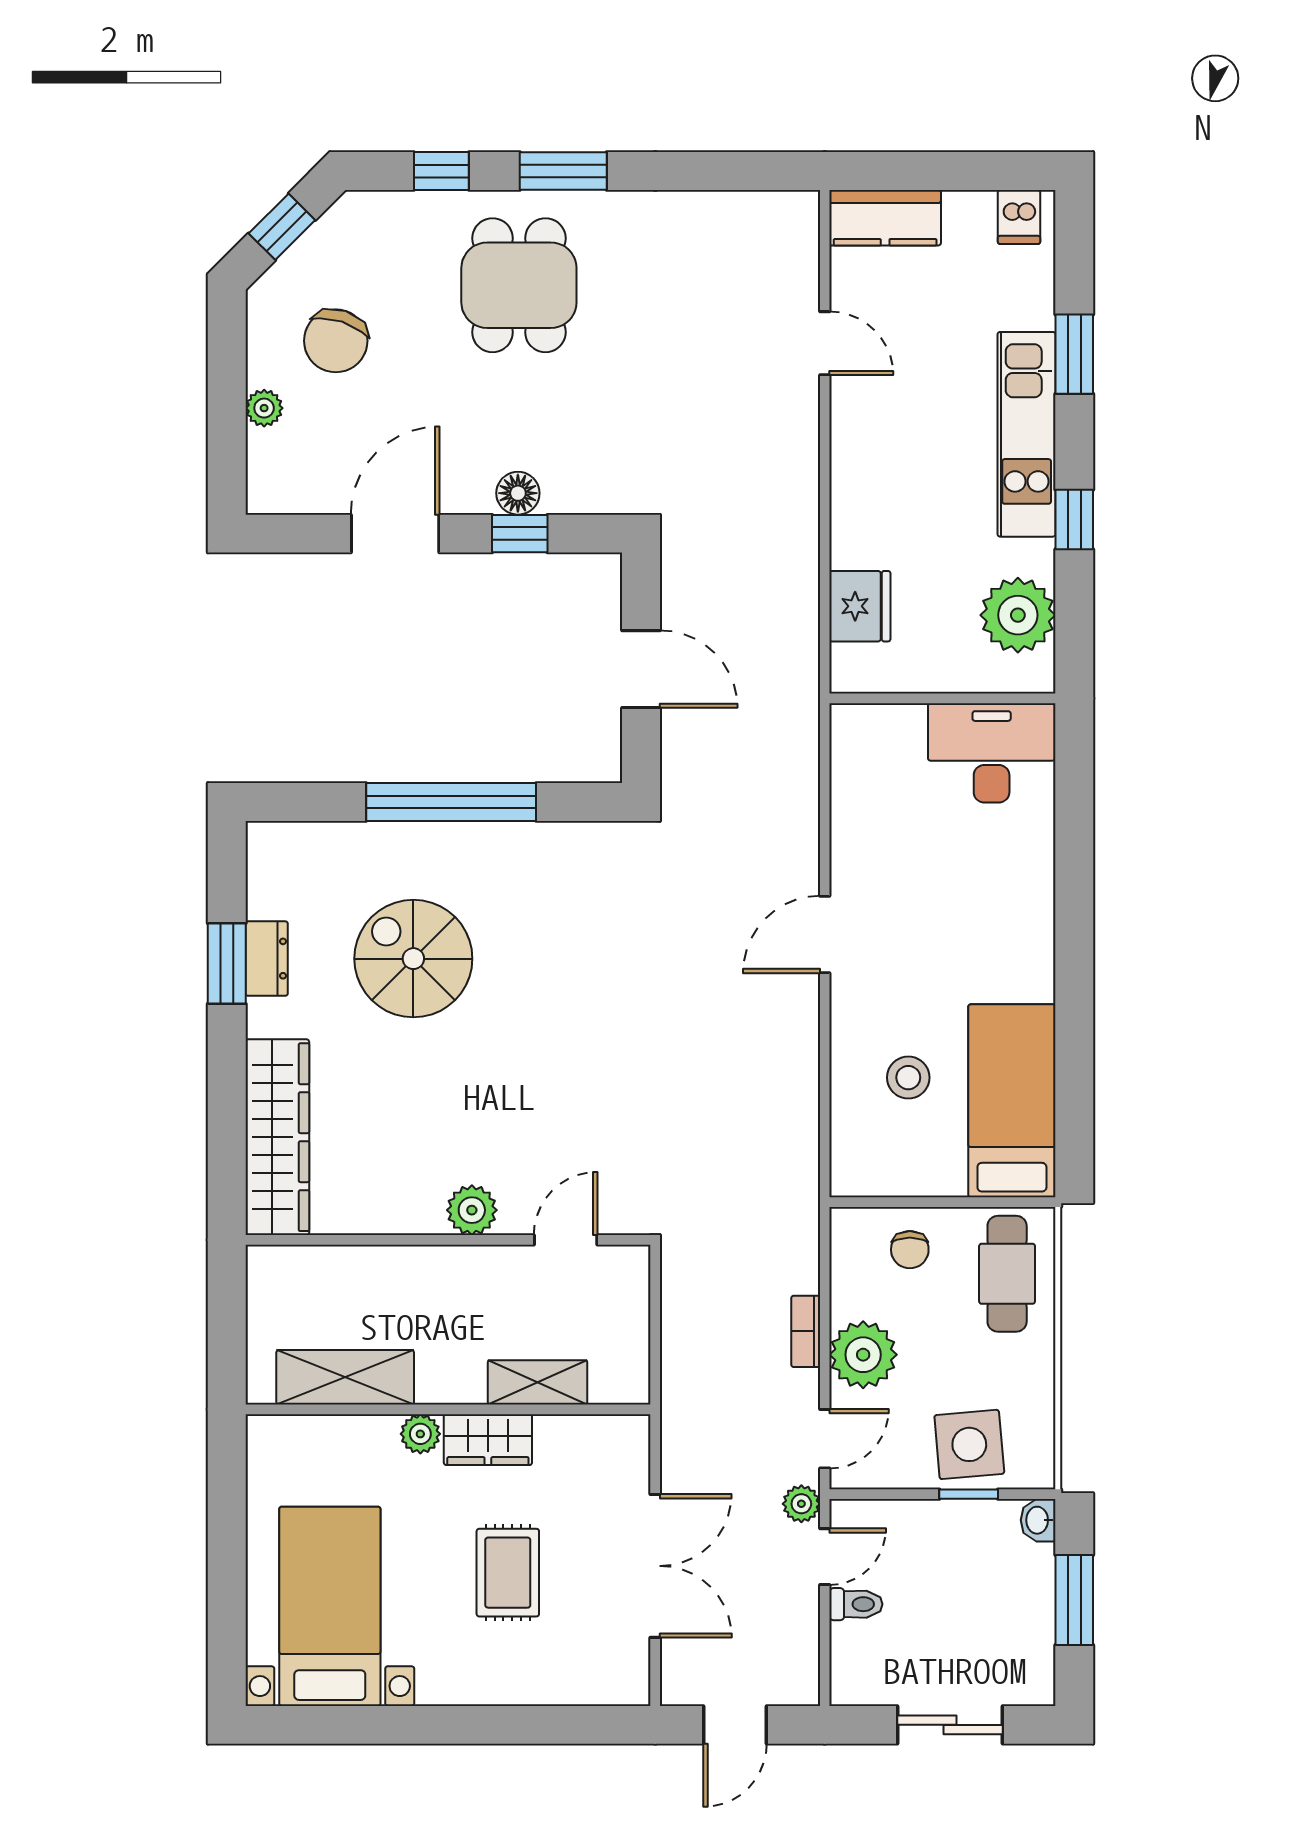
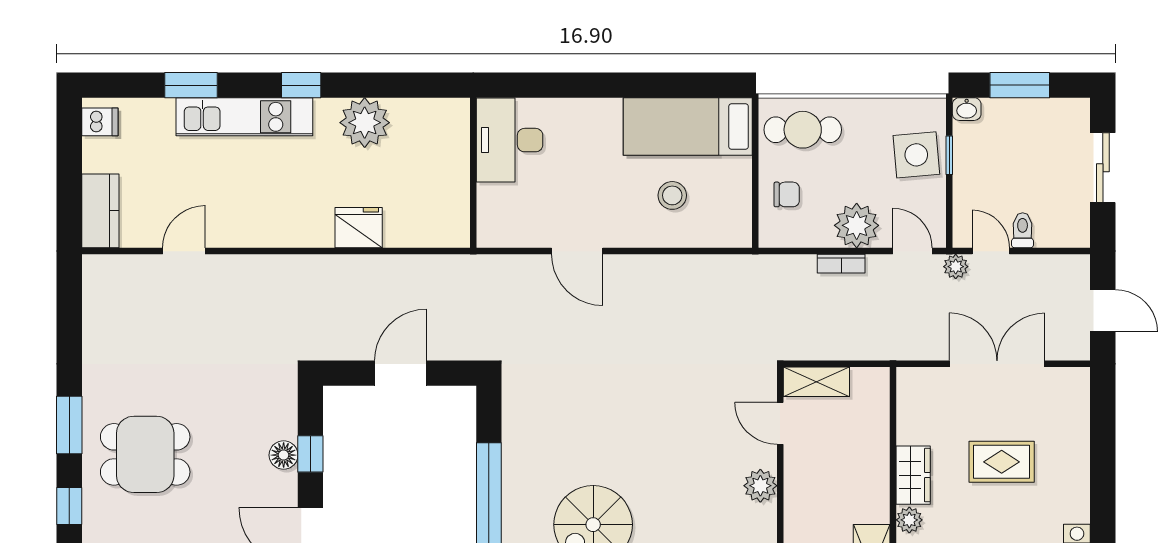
wall: (942, 698) -> (473, 173), moved
desk: (992, 753) -> (510, 140), moved
shelving: (538, 1382) -> (816, 382), moved, turned 90

